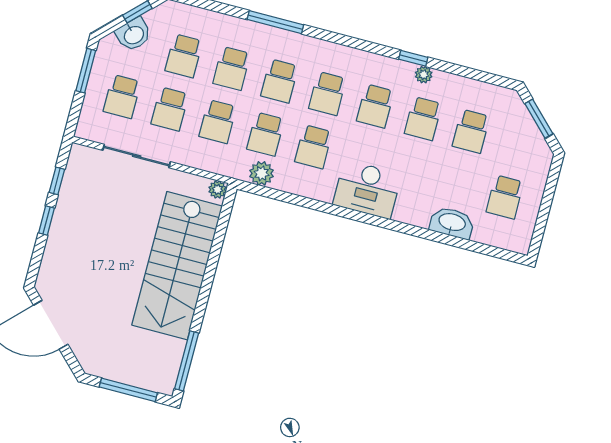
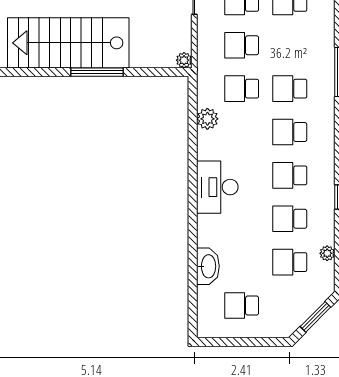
school desk: (232, 68) -> (290, 45), removed
plant: (424, 75) -> (327, 253), moved
school desk: (313, 147) -> (242, 132), removed
plant: (262, 173) -> (207, 119), moved
stairs: (177, 266) -> (68, 43), moved
window: (187, 361) -> (97, 72), moved

